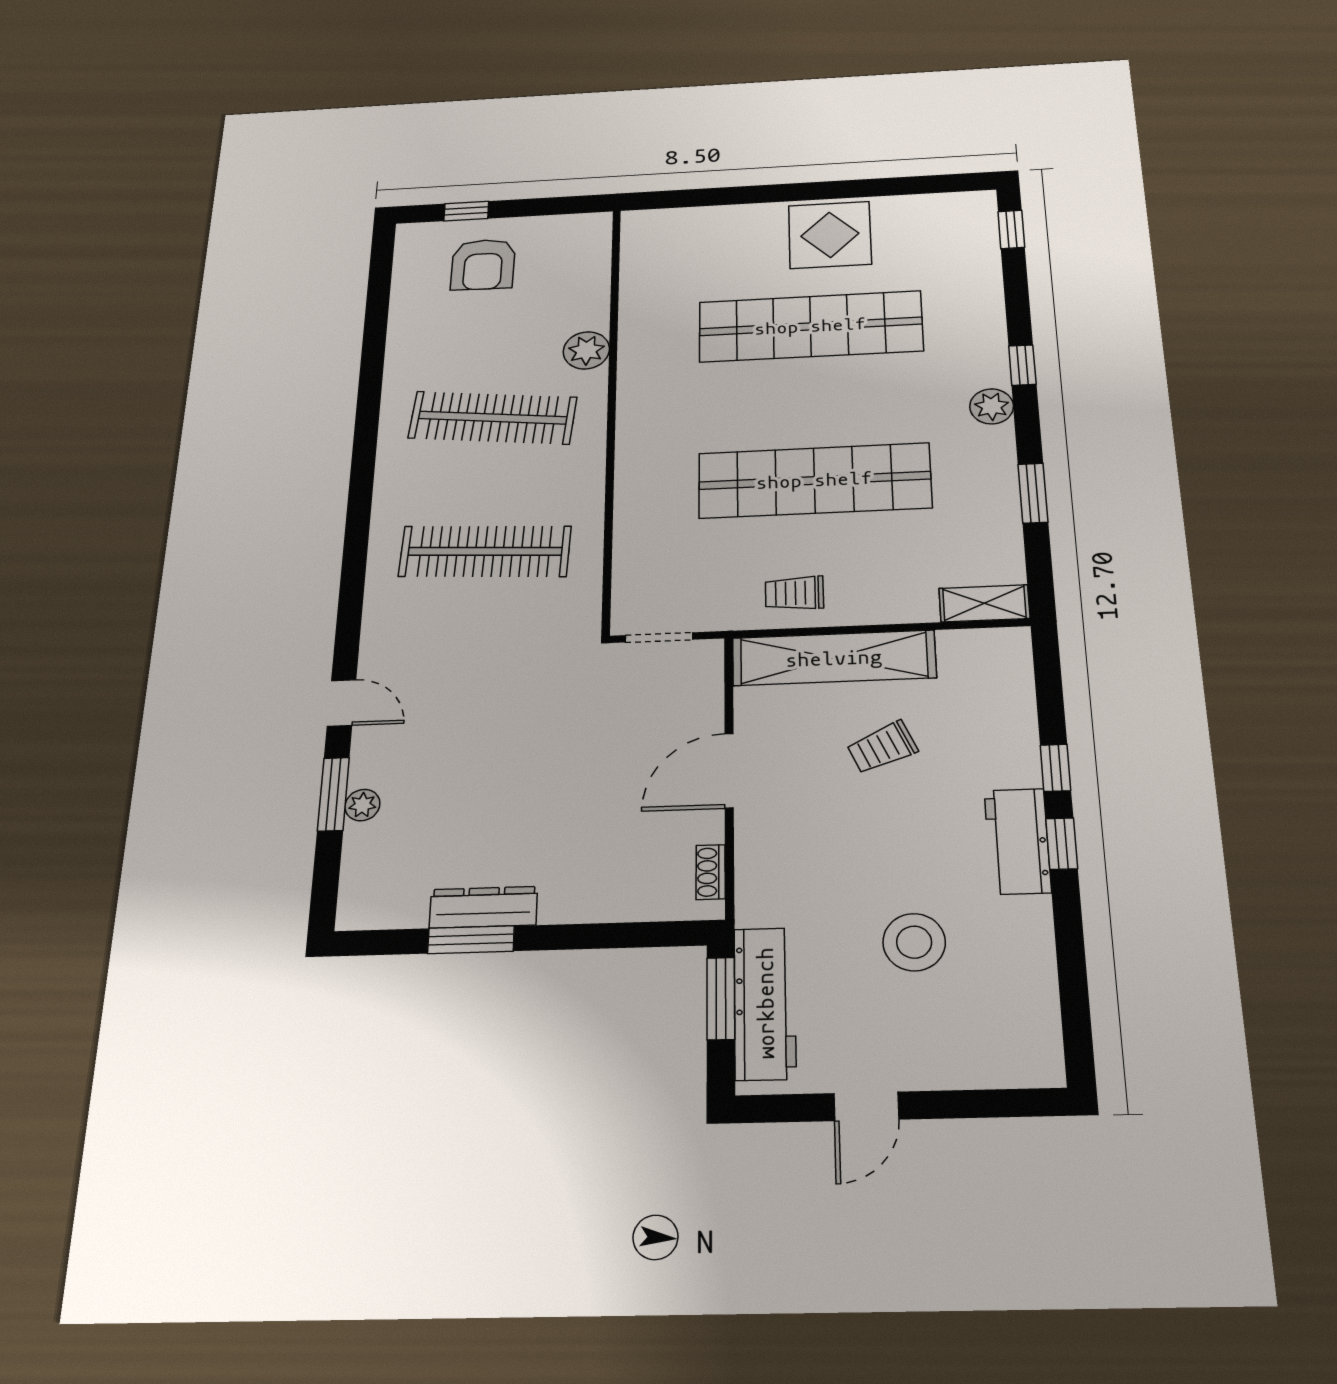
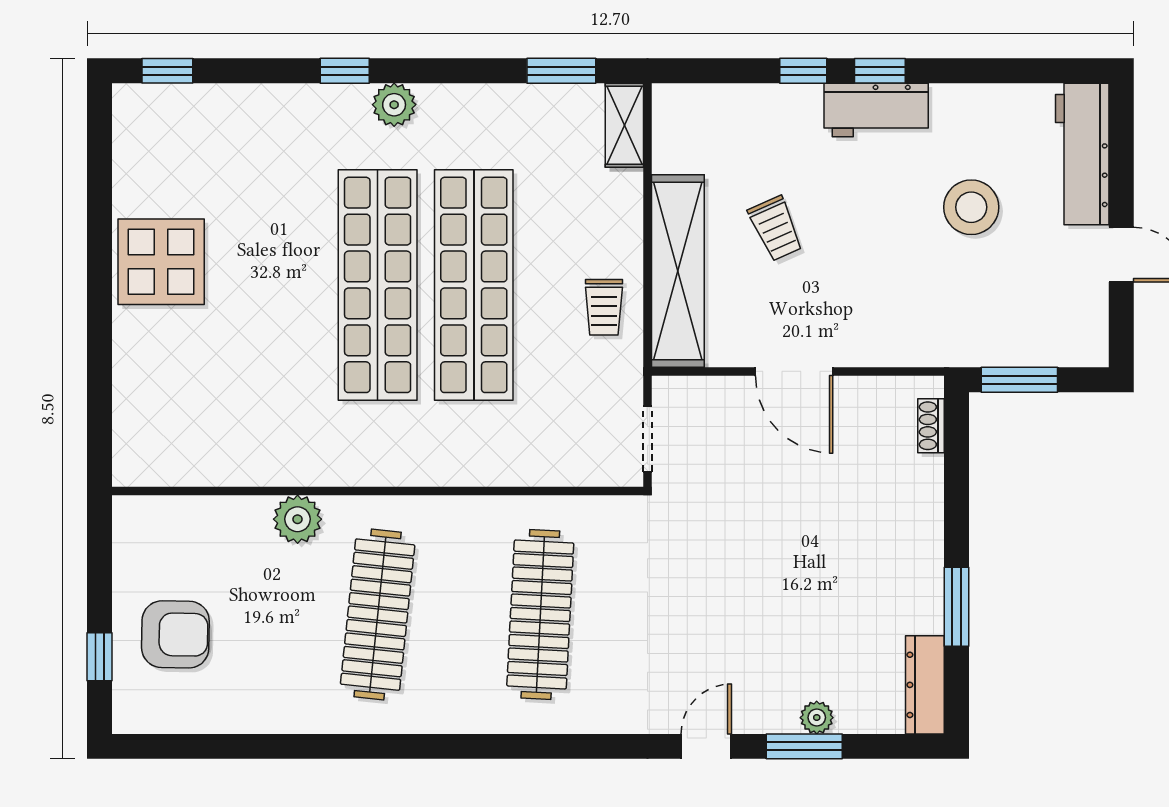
shop shelf: (810, 326) -> (378, 285), moved
window: (1033, 493) -> (561, 71), moved
shoe rack: (711, 872) -> (931, 426), moved, turned 90
dresser: (483, 907) -> (925, 685), moved
workbench: (765, 1003) -> (1082, 154), moved, turned -90

